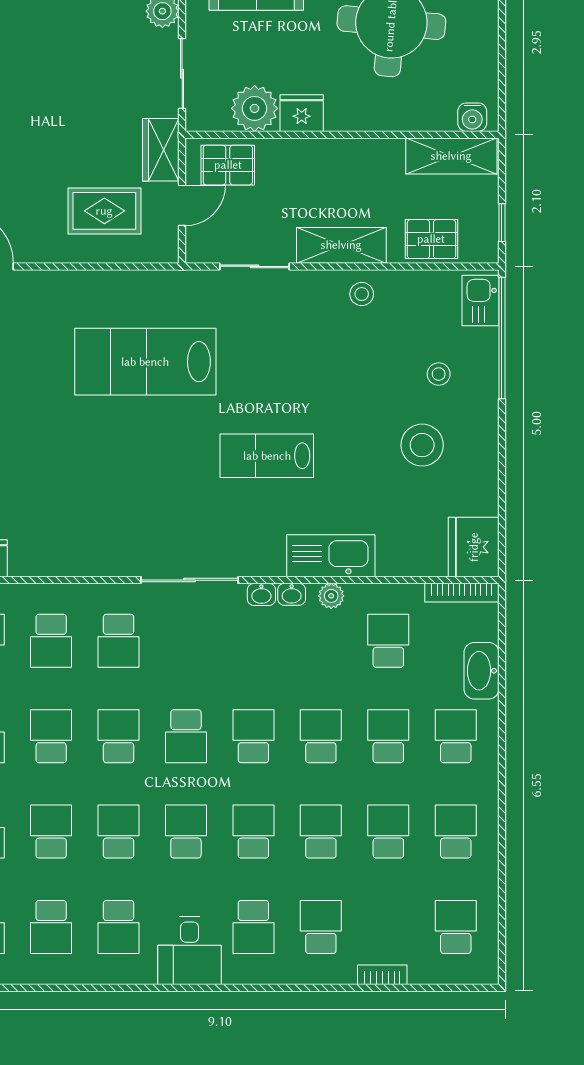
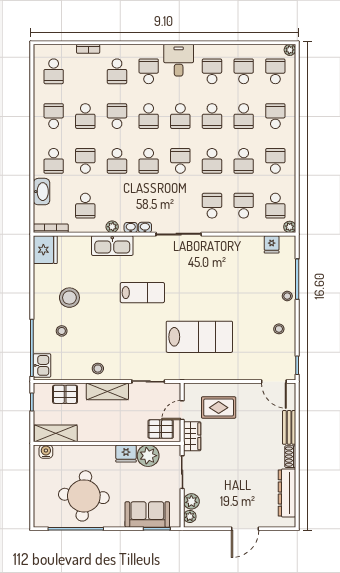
school desk: (388, 736) -> (85, 161), turned 180
school desk: (321, 832) -> (117, 116), turned 180
school desk: (456, 832) -> (54, 116), turned 180

